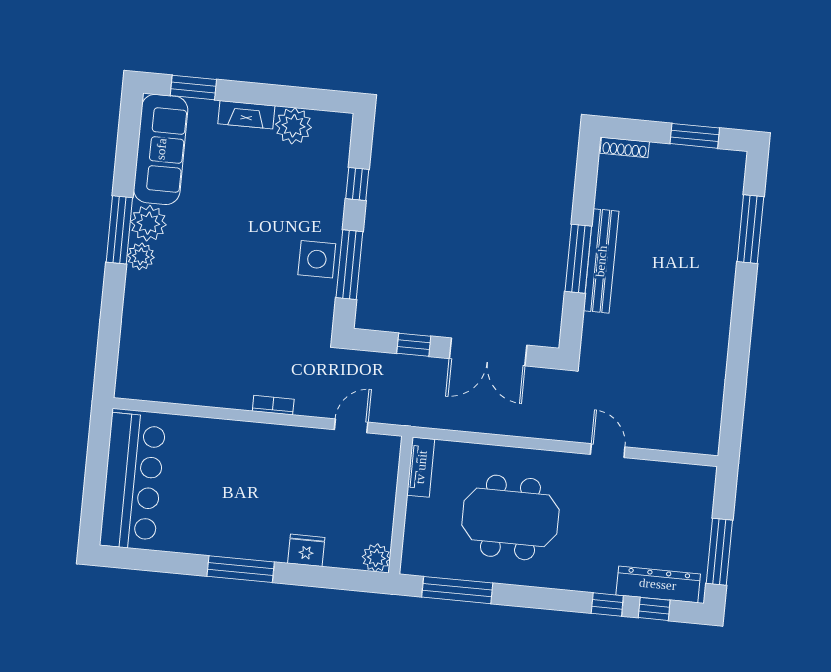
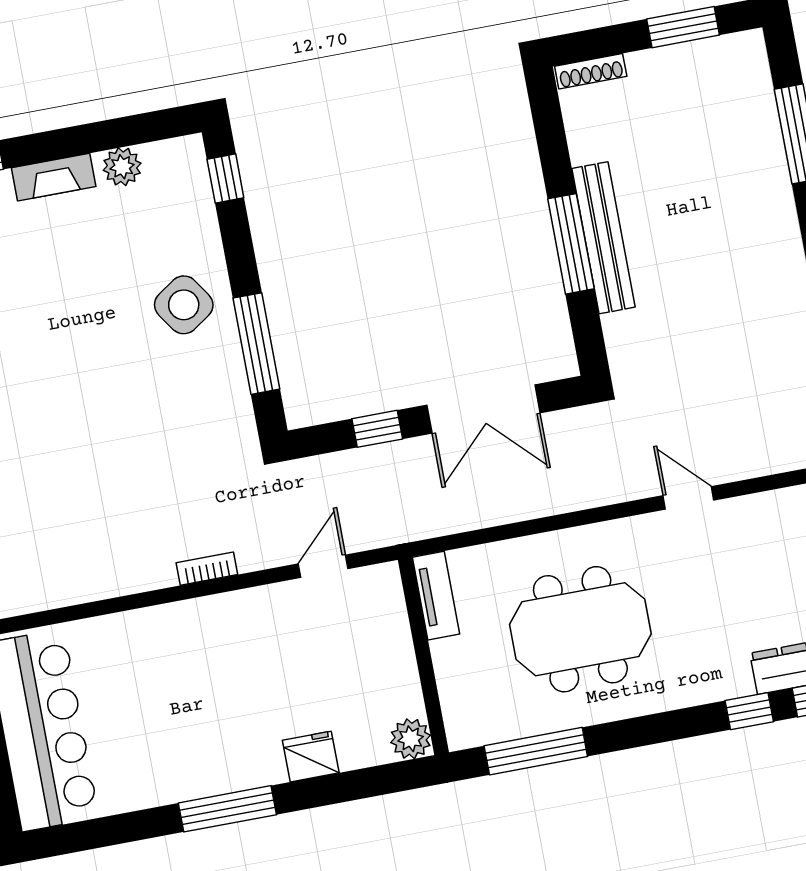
plant: (293, 126) -> (122, 167), width x0.73, depth x0.73
window: (357, 184) -> (225, 178), moved
side table: (317, 259) -> (184, 305), moved, turned -34

